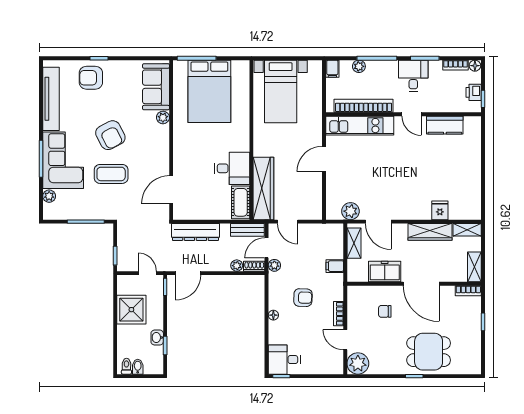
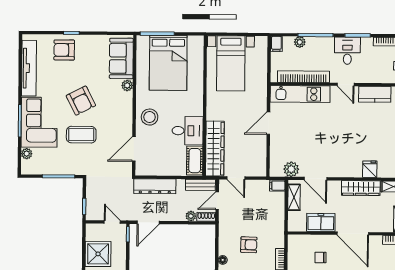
stool: (189, 153) -> (150, 117), added
plant: (274, 265) -> (224, 216), removed
filing cabinet: (335, 266) -> (277, 186), moved

